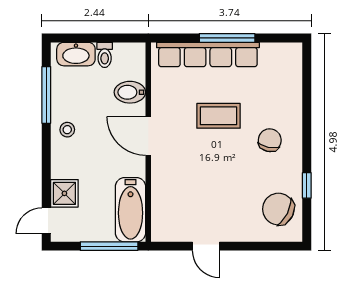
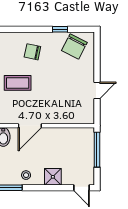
coffee table: (219, 116) -> (18, 83), turned 90
shower: (64, 193) -> (53, 177), moved
bathtub: (131, 210) -> (75, 137), removed

